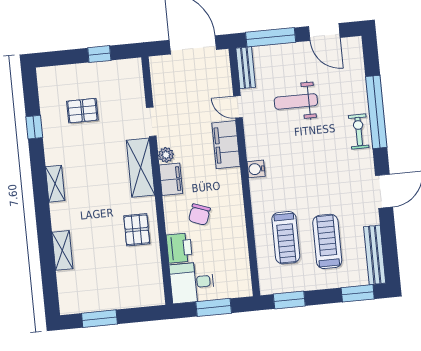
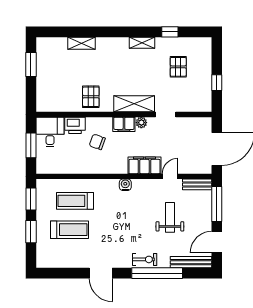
shelving: (55, 184) -> (142, 43), moved
pallet: (137, 230) -> (91, 97), turned 90
bench: (375, 255) -> (191, 262), moved
window: (358, 293) -> (31, 232), moved

